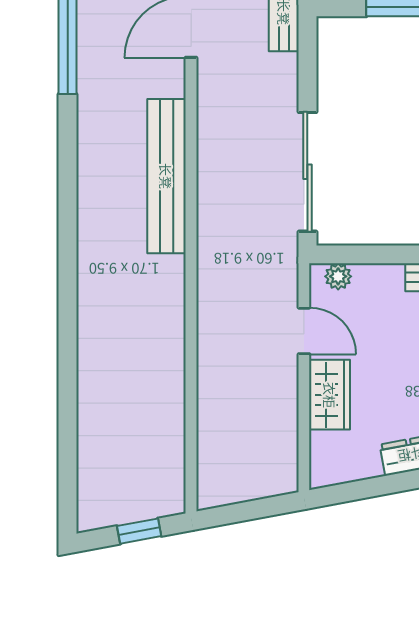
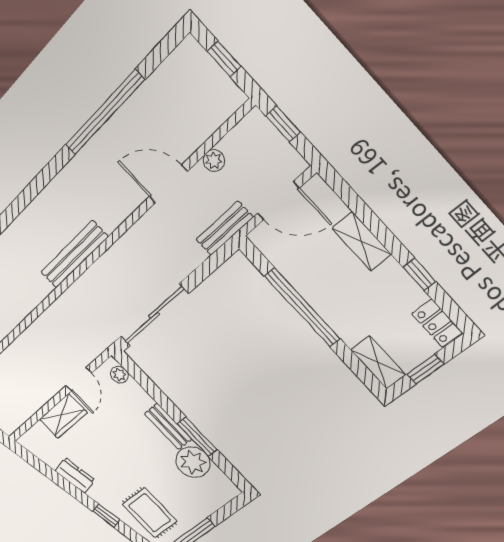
bench: (166, 176) -> (74, 255), width x0.73, depth x0.82

